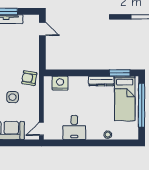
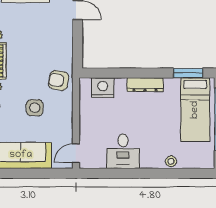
dresser: (101, 81) -> (145, 85), moved

